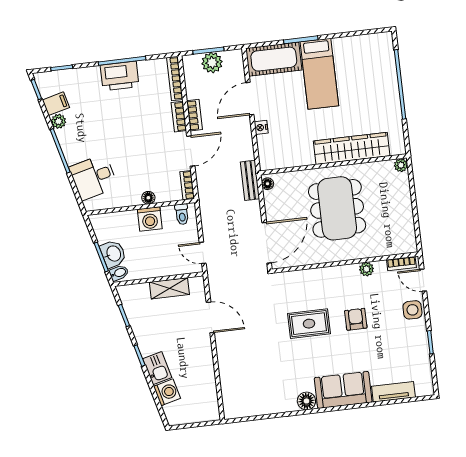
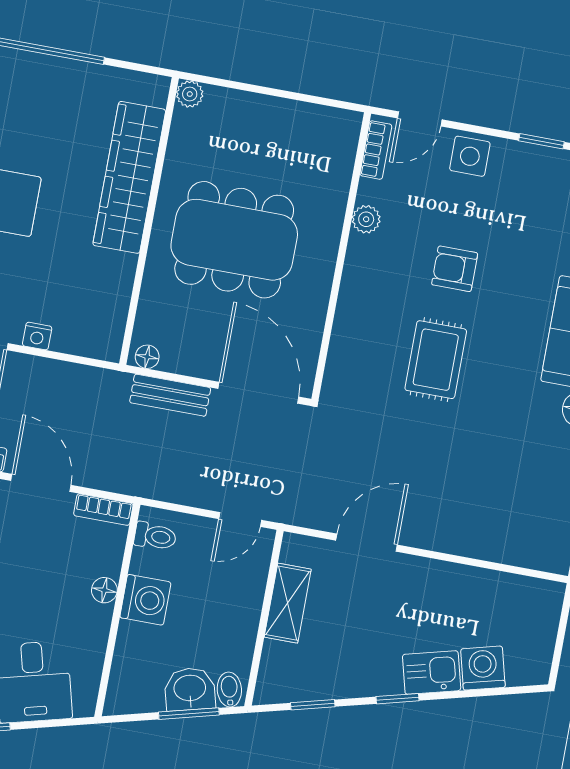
bench: (250, 180) -> (170, 395), moved

